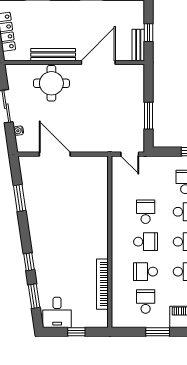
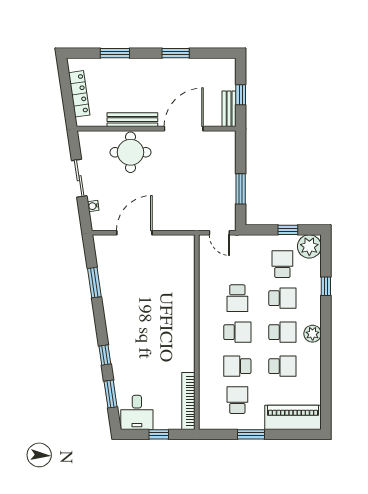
door: (55, 154) -> (134, 233), hinge flipped
school desk: (146, 212) -> (237, 298), turned 180
bookcase: (102, 284) -> (188, 401), moved

